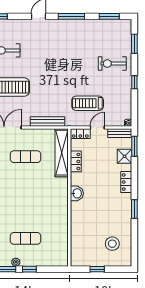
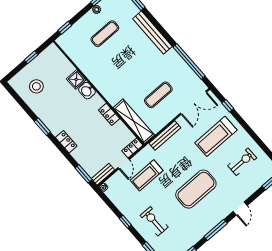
exercise mat: (59, 60) -> (196, 189), added
exercise bike: (112, 64) -> (154, 221), turned -90
treadmill: (88, 103) -> (147, 175), turned 180
shower: (125, 156) -> (76, 79), moved
locker: (76, 161) -> (109, 114), moved
washbasin: (77, 193) -> (87, 91), moved
window: (29, 269) -> (65, 28), moved

